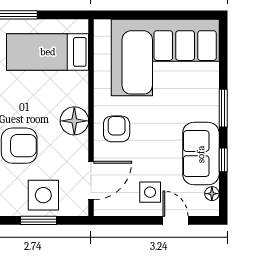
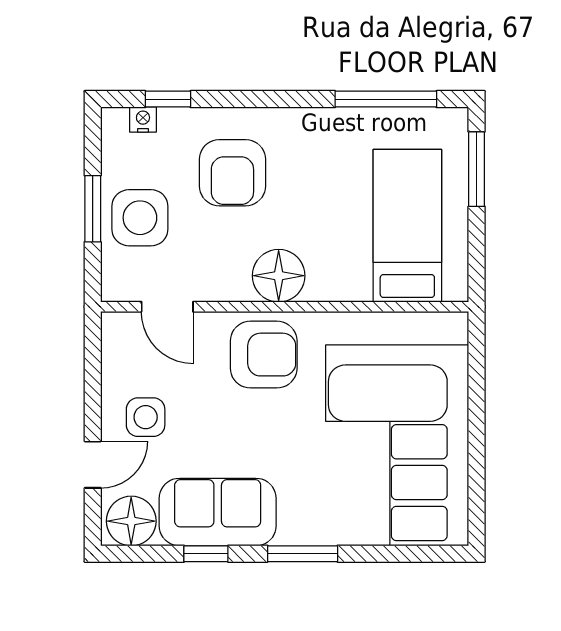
armchair: (117, 129) -> (264, 355), width x1.38, depth x1.38
door: (91, 181) -> (167, 307), width x0.73
floor lamp: (212, 194) -> (131, 521), width x1.89, depth x1.89

